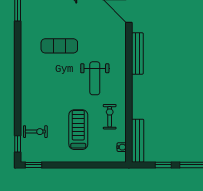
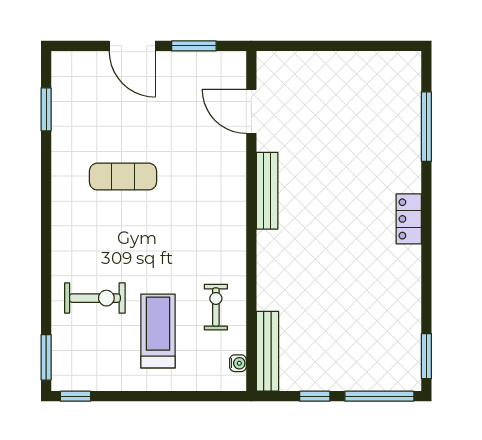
weight bench: (95, 78) -> (188, 236), removed
exercise bike: (35, 132) -> (95, 298), moved, width x1.38, depth x1.39
window: (18, 144) -> (46, 357), width x1.50

